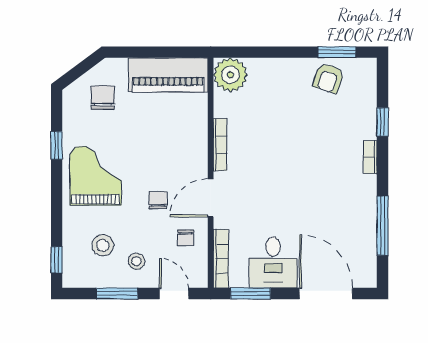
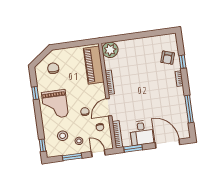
window: (337, 52) -> (157, 33), removed
piano: (168, 75) -> (94, 65), moved, turned 90
armchair: (328, 78) -> (168, 58), moved
grand piano: (96, 176) -> (55, 104), turned 180

